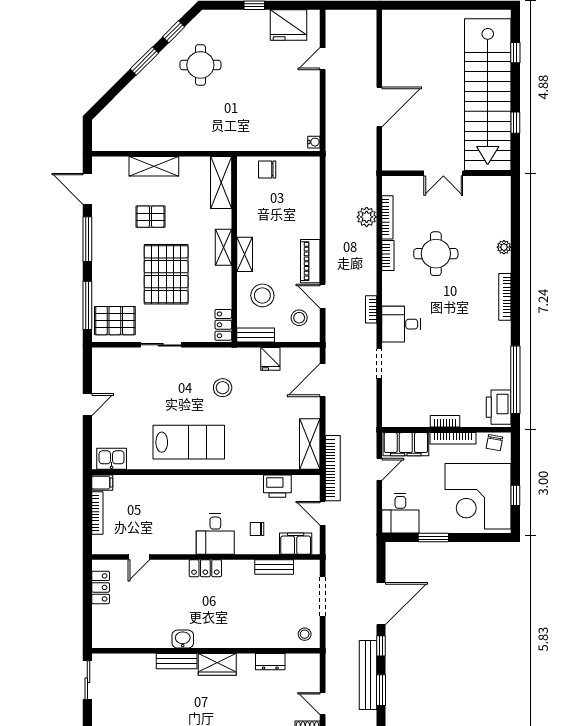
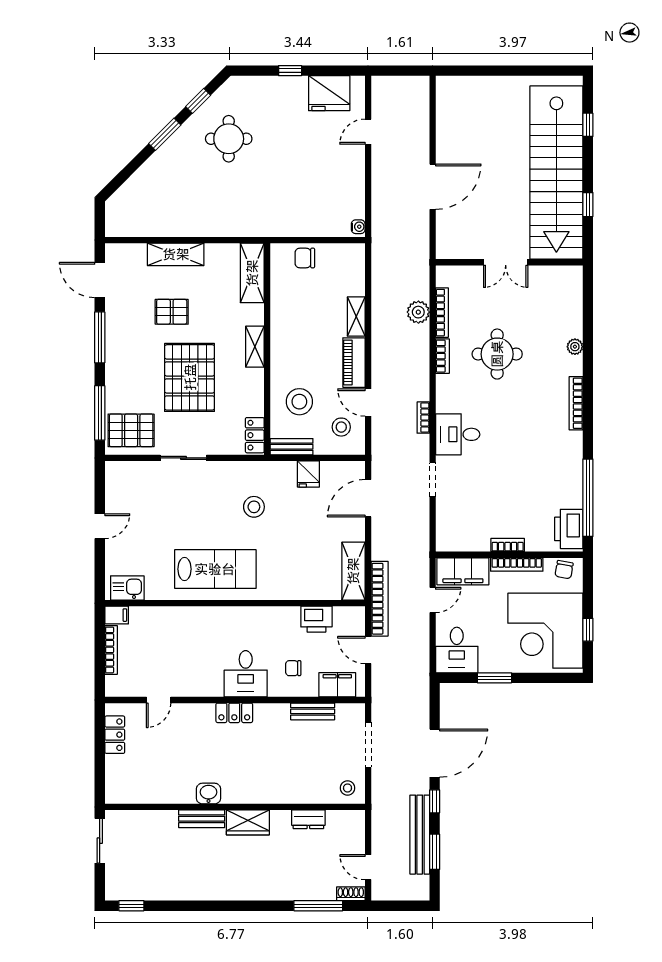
shelving: (245, 254) -> (356, 317), moved

